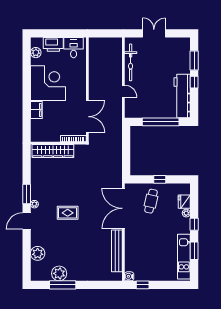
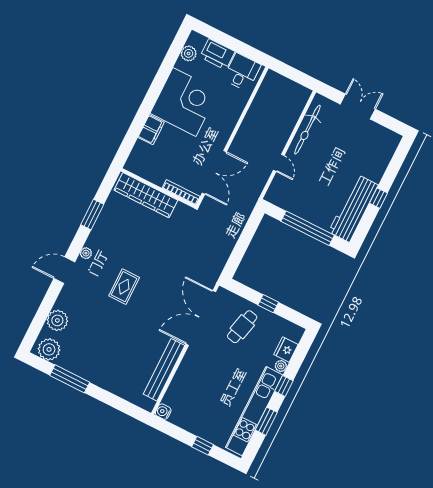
window: (194, 60) -> (393, 169), removed
window: (27, 194) -> (92, 215), moved
rug: (68, 213) -> (124, 287), turned 90
kitchen unit: (184, 257) -> (254, 411), width x1.36
plant: (59, 273) -> (49, 349), moved
window: (143, 285) -> (203, 446), moved

